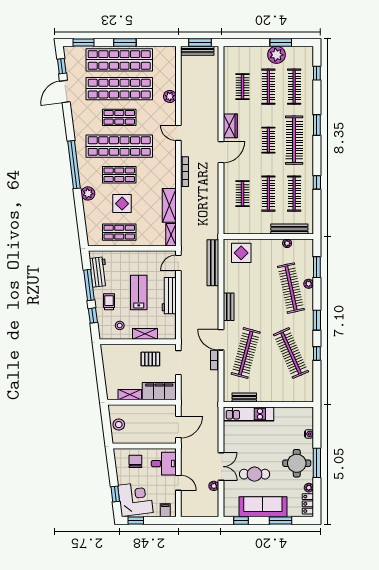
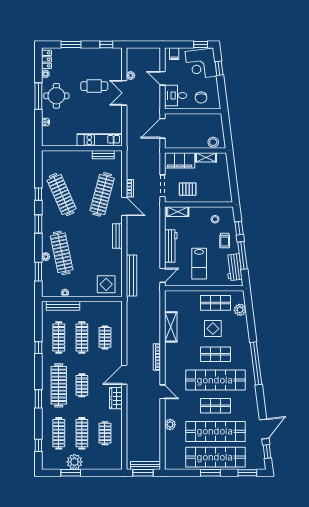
plant: (88, 193) -> (240, 310), moved
shelving: (171, 235) -> (169, 301), removed
lab bench: (139, 293) -> (199, 264), moved
shelving: (145, 334) -> (178, 212), moved
stool: (119, 425) -> (213, 142), moved
sofa: (263, 507) -> (87, 57), removed

